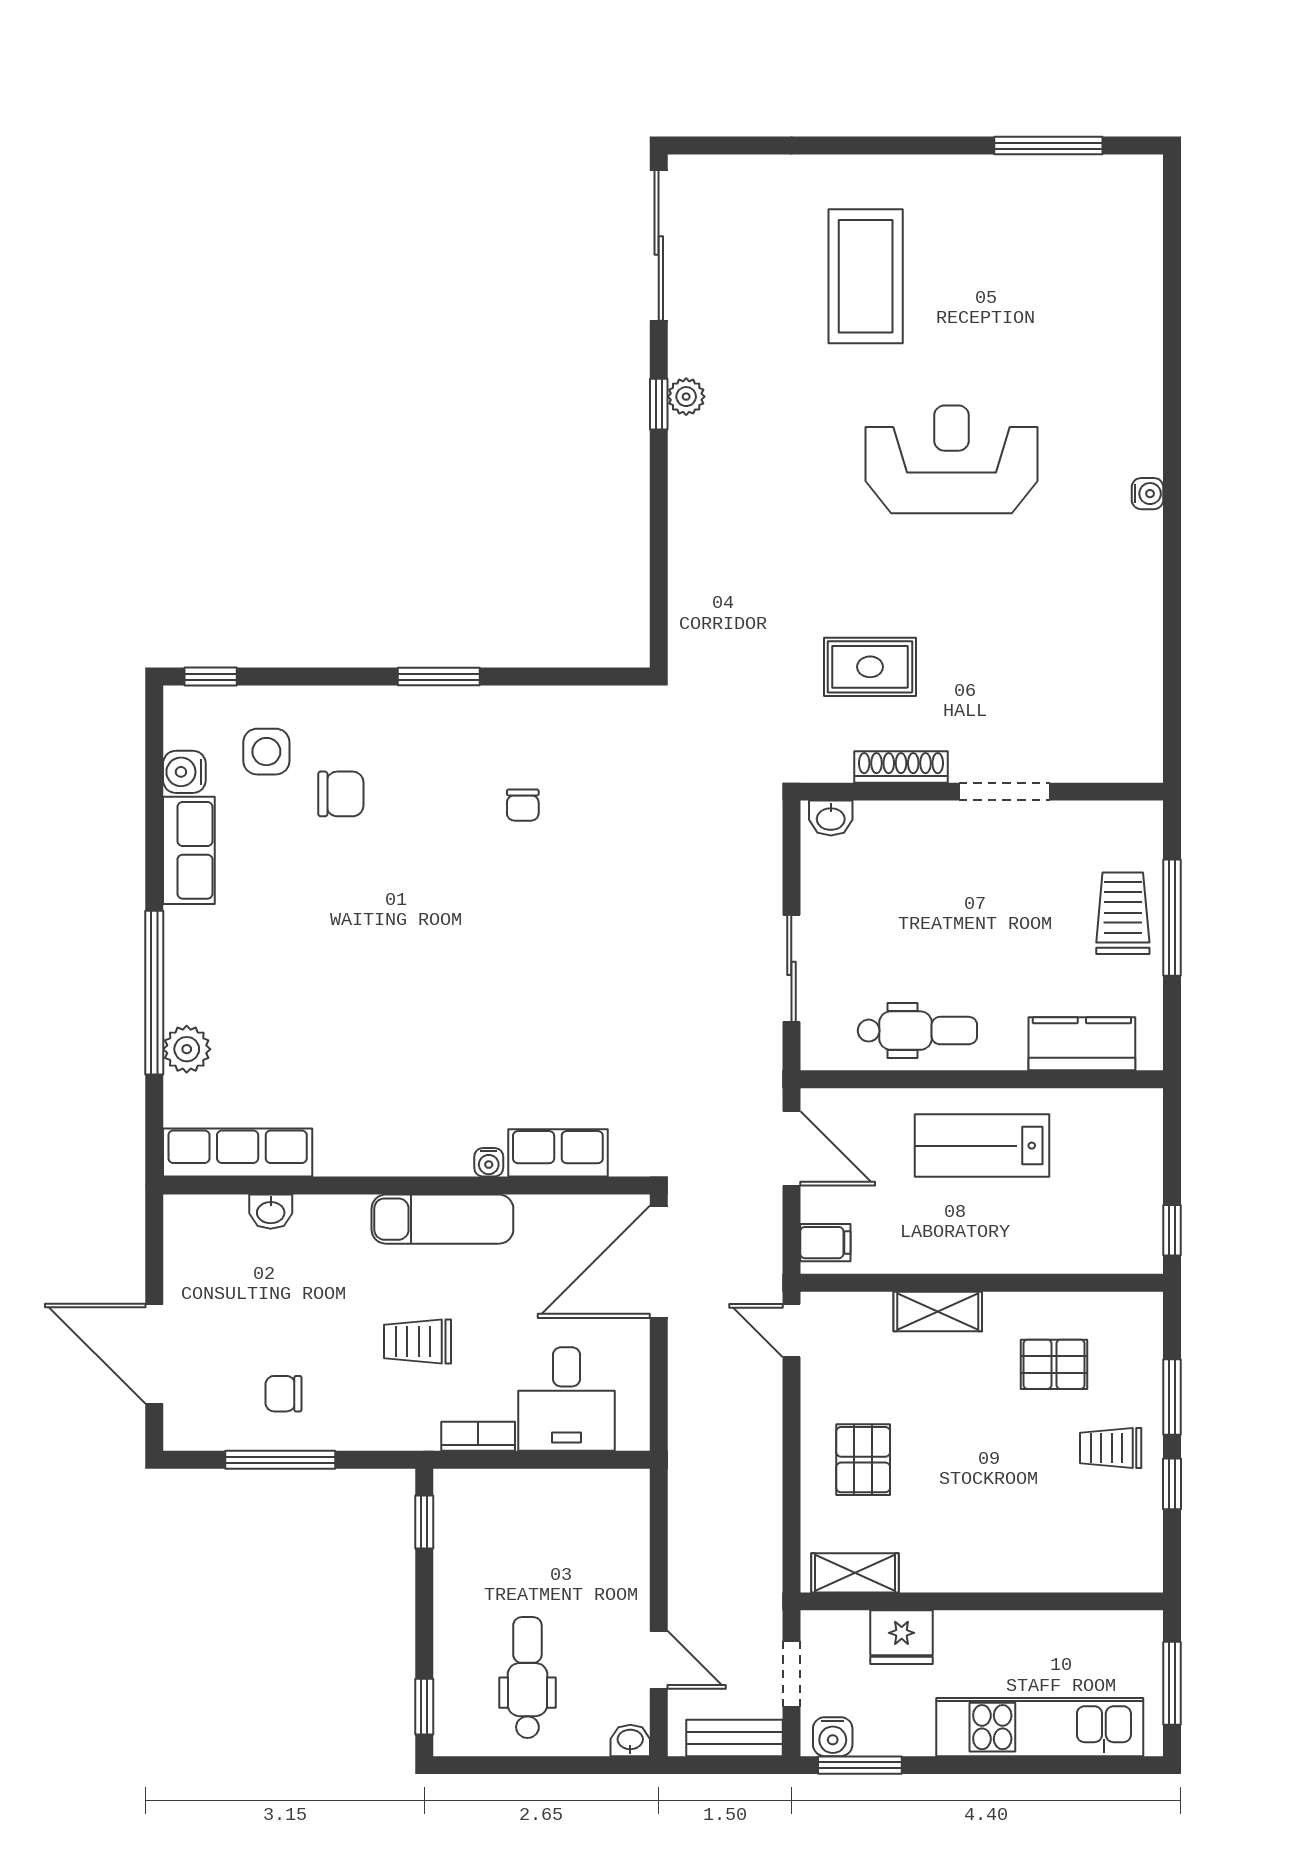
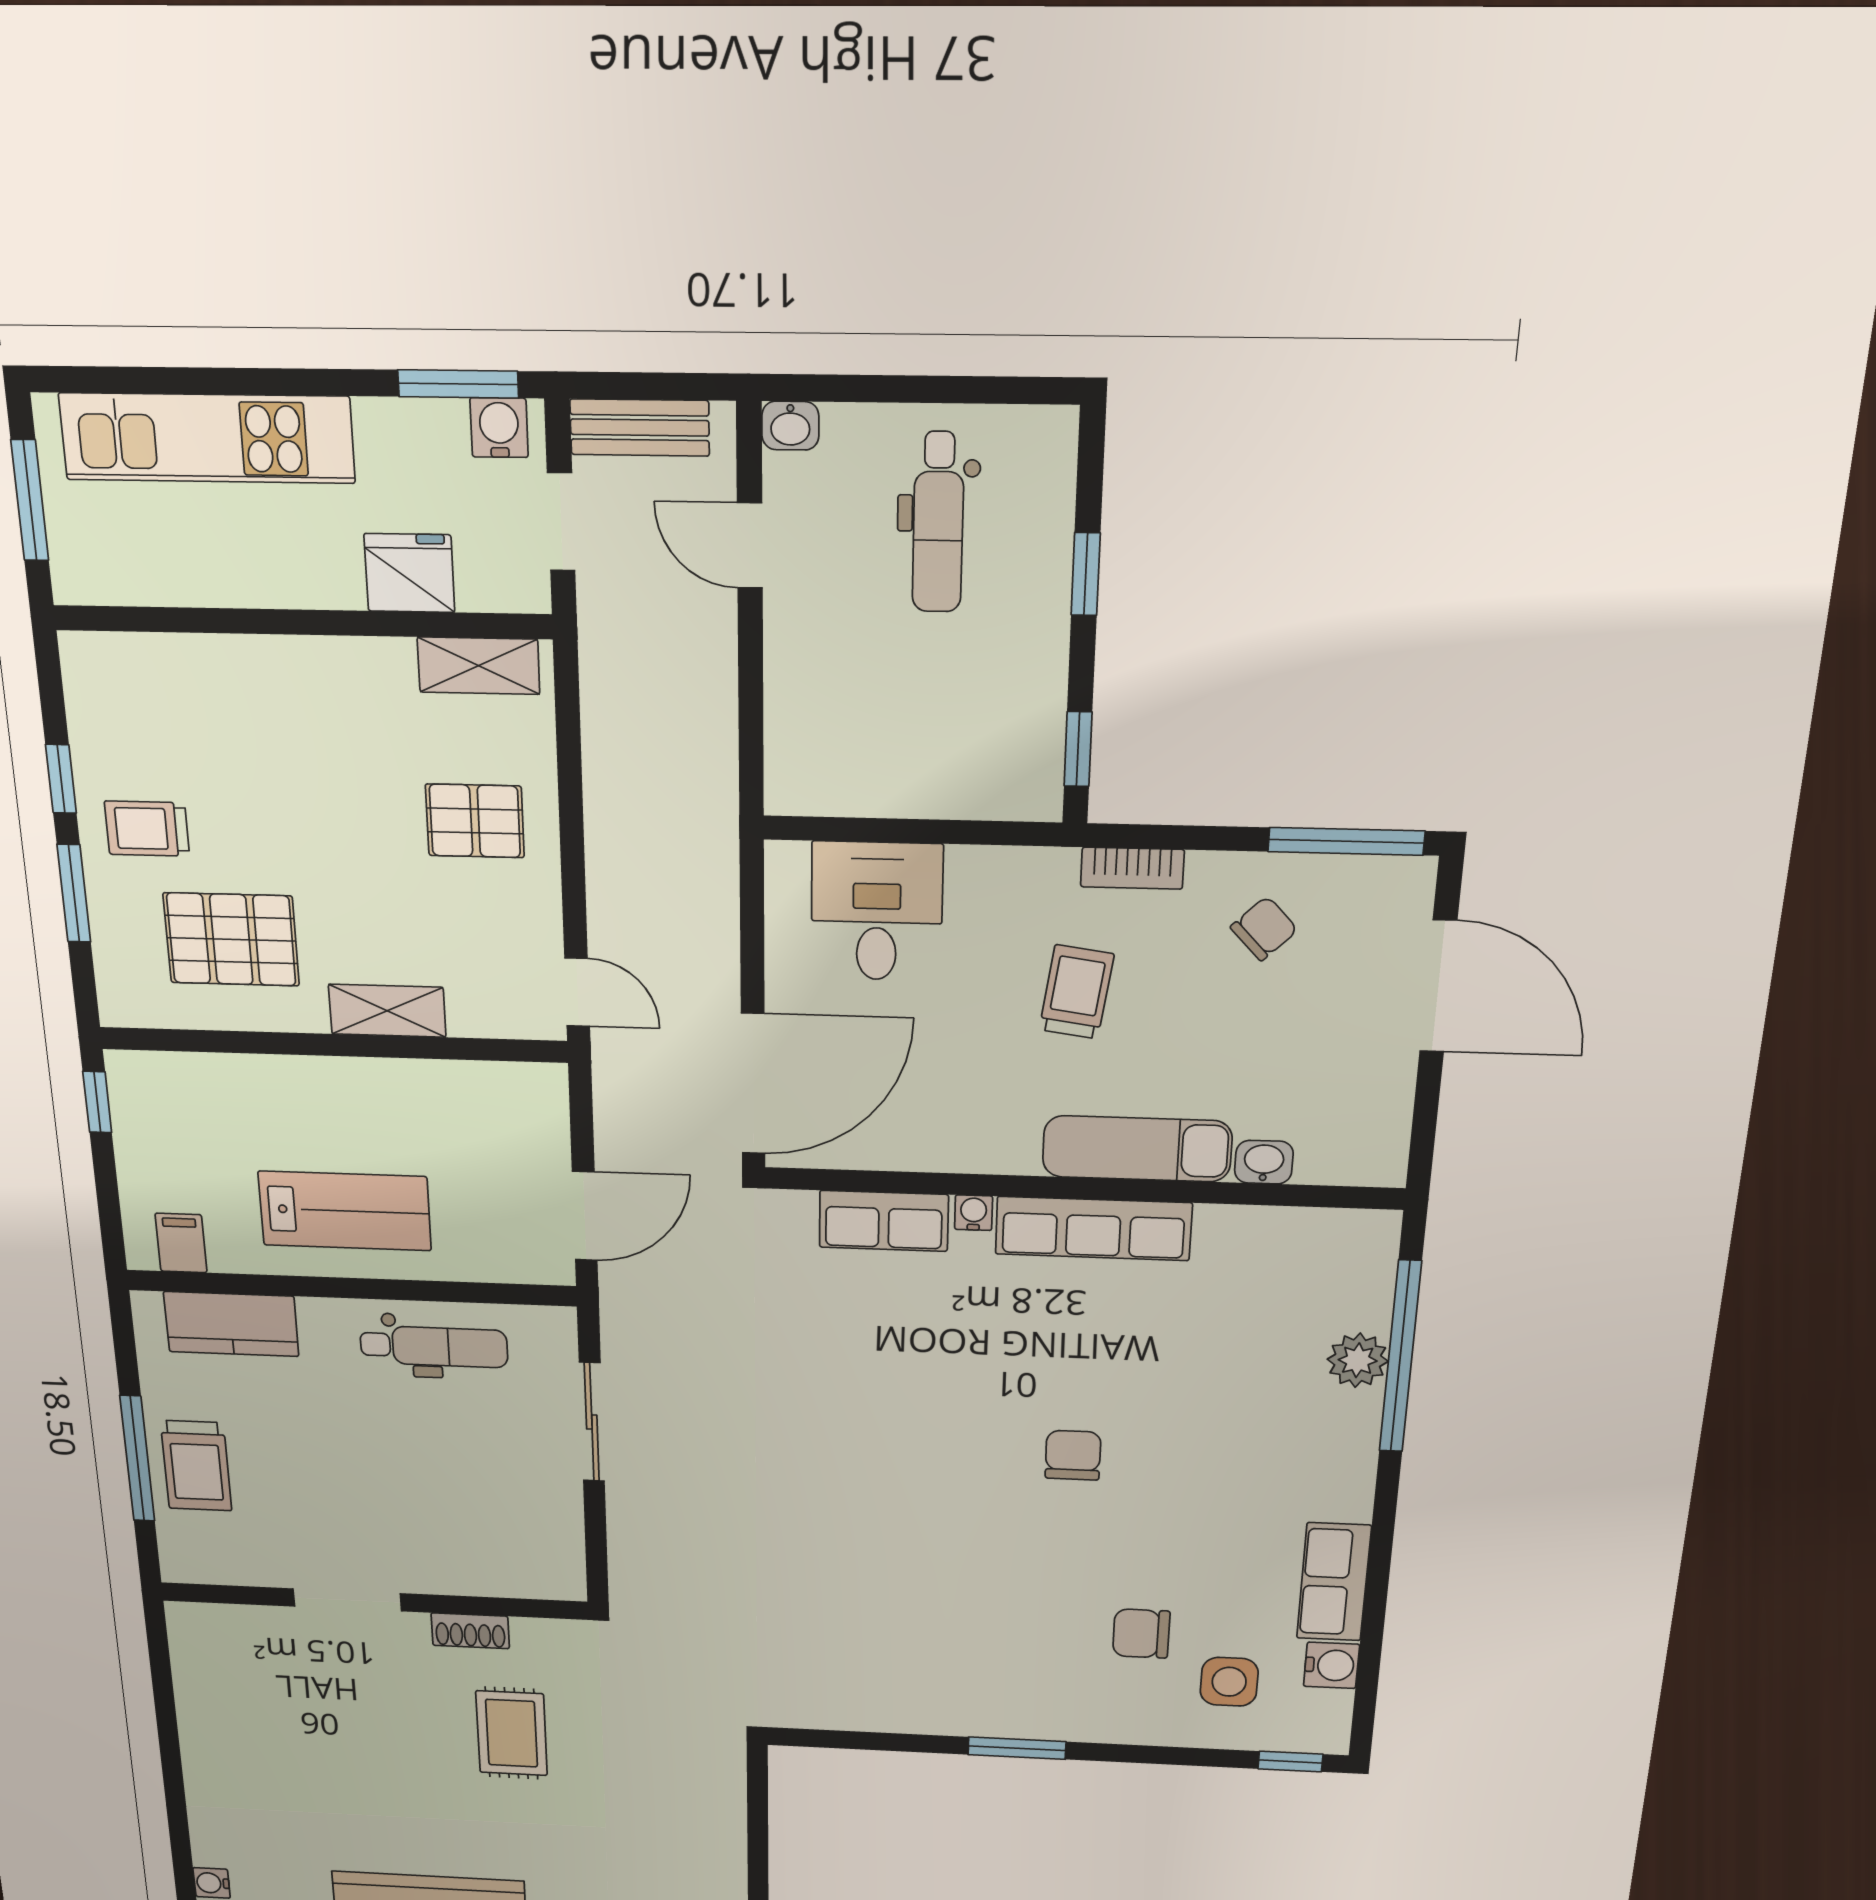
rug: (870, 667) -> (512, 1733), turned 90
shoe rack: (901, 767) -> (470, 1631), width x0.70
chair: (523, 805) -> (1073, 1455), moved, width x1.37, depth x1.37
washbasin: (831, 818) -> (550, 1582), removed
window: (154, 993) -> (1400, 1357), moved
dental chair: (917, 1031) -> (434, 1346), turned 180
door: (791, 1148) -> (585, 1216), swing flipped
row of seats: (238, 1153) -> (1093, 1229), moved
exam couch: (442, 1219) -> (1137, 1149), moved
filing cabinet: (825, 1243) -> (181, 1243), moved, turned 90
trolley: (418, 1342) -> (1077, 992), turned -82
pallet: (1054, 1364) -> (231, 939), width x1.50, depth x1.42
chair: (284, 1394) -> (1264, 929), turned -44
bookcase: (478, 1436) -> (1132, 868), moved
trolley: (1111, 1448) -> (147, 829), turned 180
window: (280, 1460) -> (1346, 841), moved
pallet: (863, 1460) -> (475, 821), turned 90
window: (424, 1707) -> (1086, 574), moved

